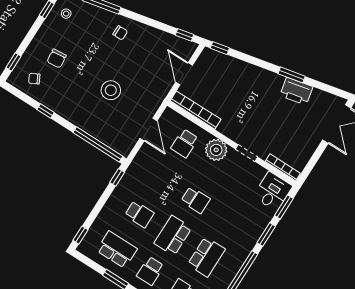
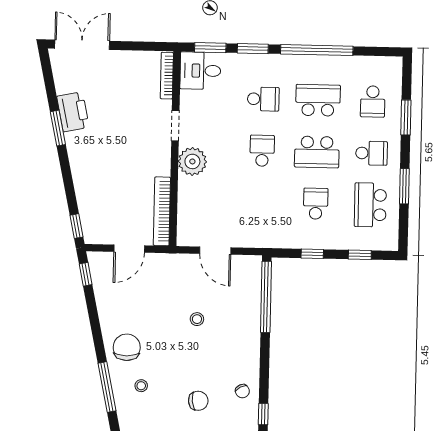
stool: (66, 14) -> (141, 386), moved
chair: (120, 33) -> (127, 347), width x1.87, depth x1.87
chair: (34, 79) -> (242, 391), moved
stool: (111, 90) -> (197, 319), width x0.53, depth x0.53
window: (46, 111) -> (263, 414), moved
door: (149, 129) -> (215, 251), swing flipped
school desk: (185, 143) -> (263, 99), moved
window: (117, 177) -> (312, 254), moved
window: (80, 235) -> (360, 255), moved

